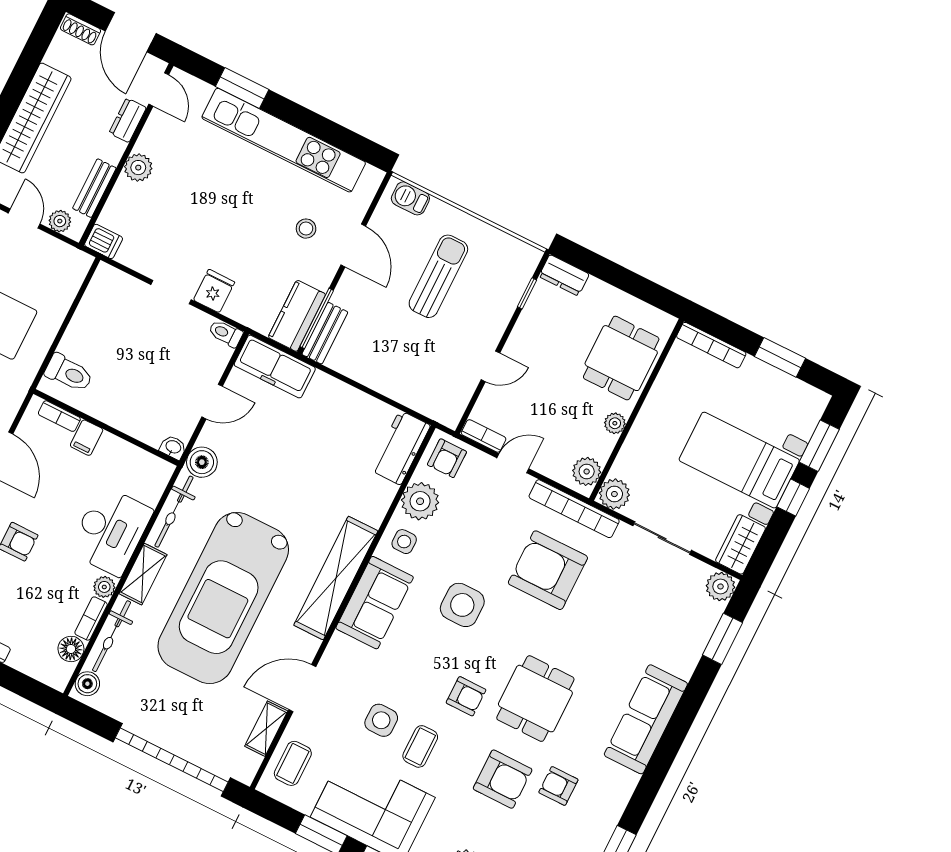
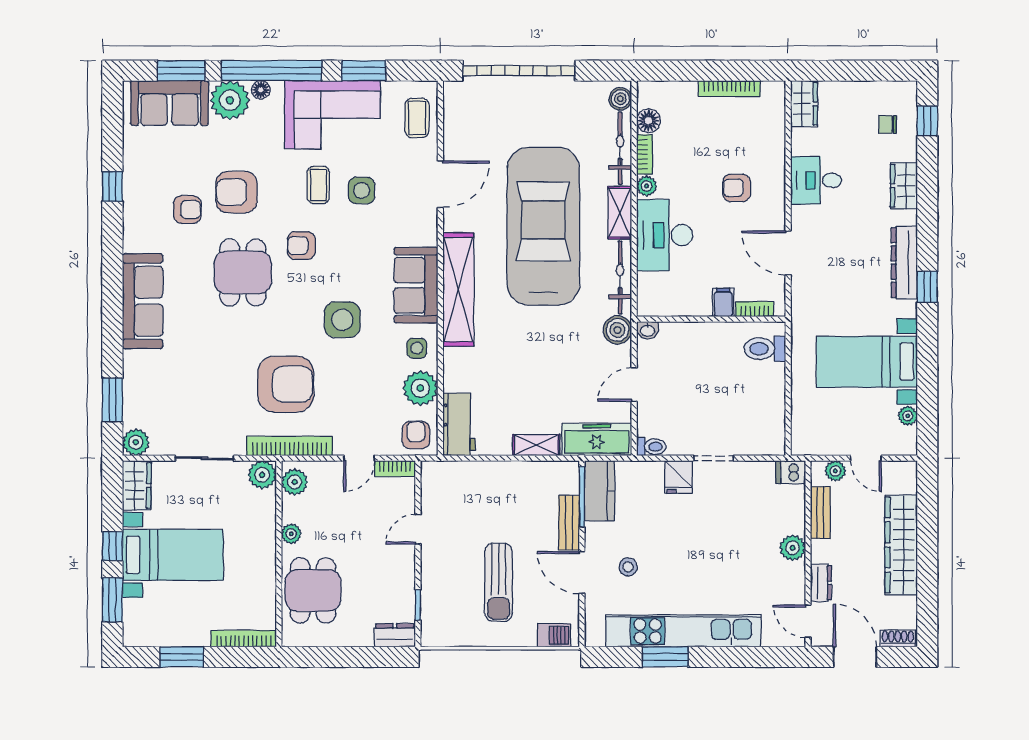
window: (242, 88) -> (665, 657), moved
bench: (325, 333) -> (569, 523), moved
shelving: (266, 729) -> (536, 445), moved, turned 90

